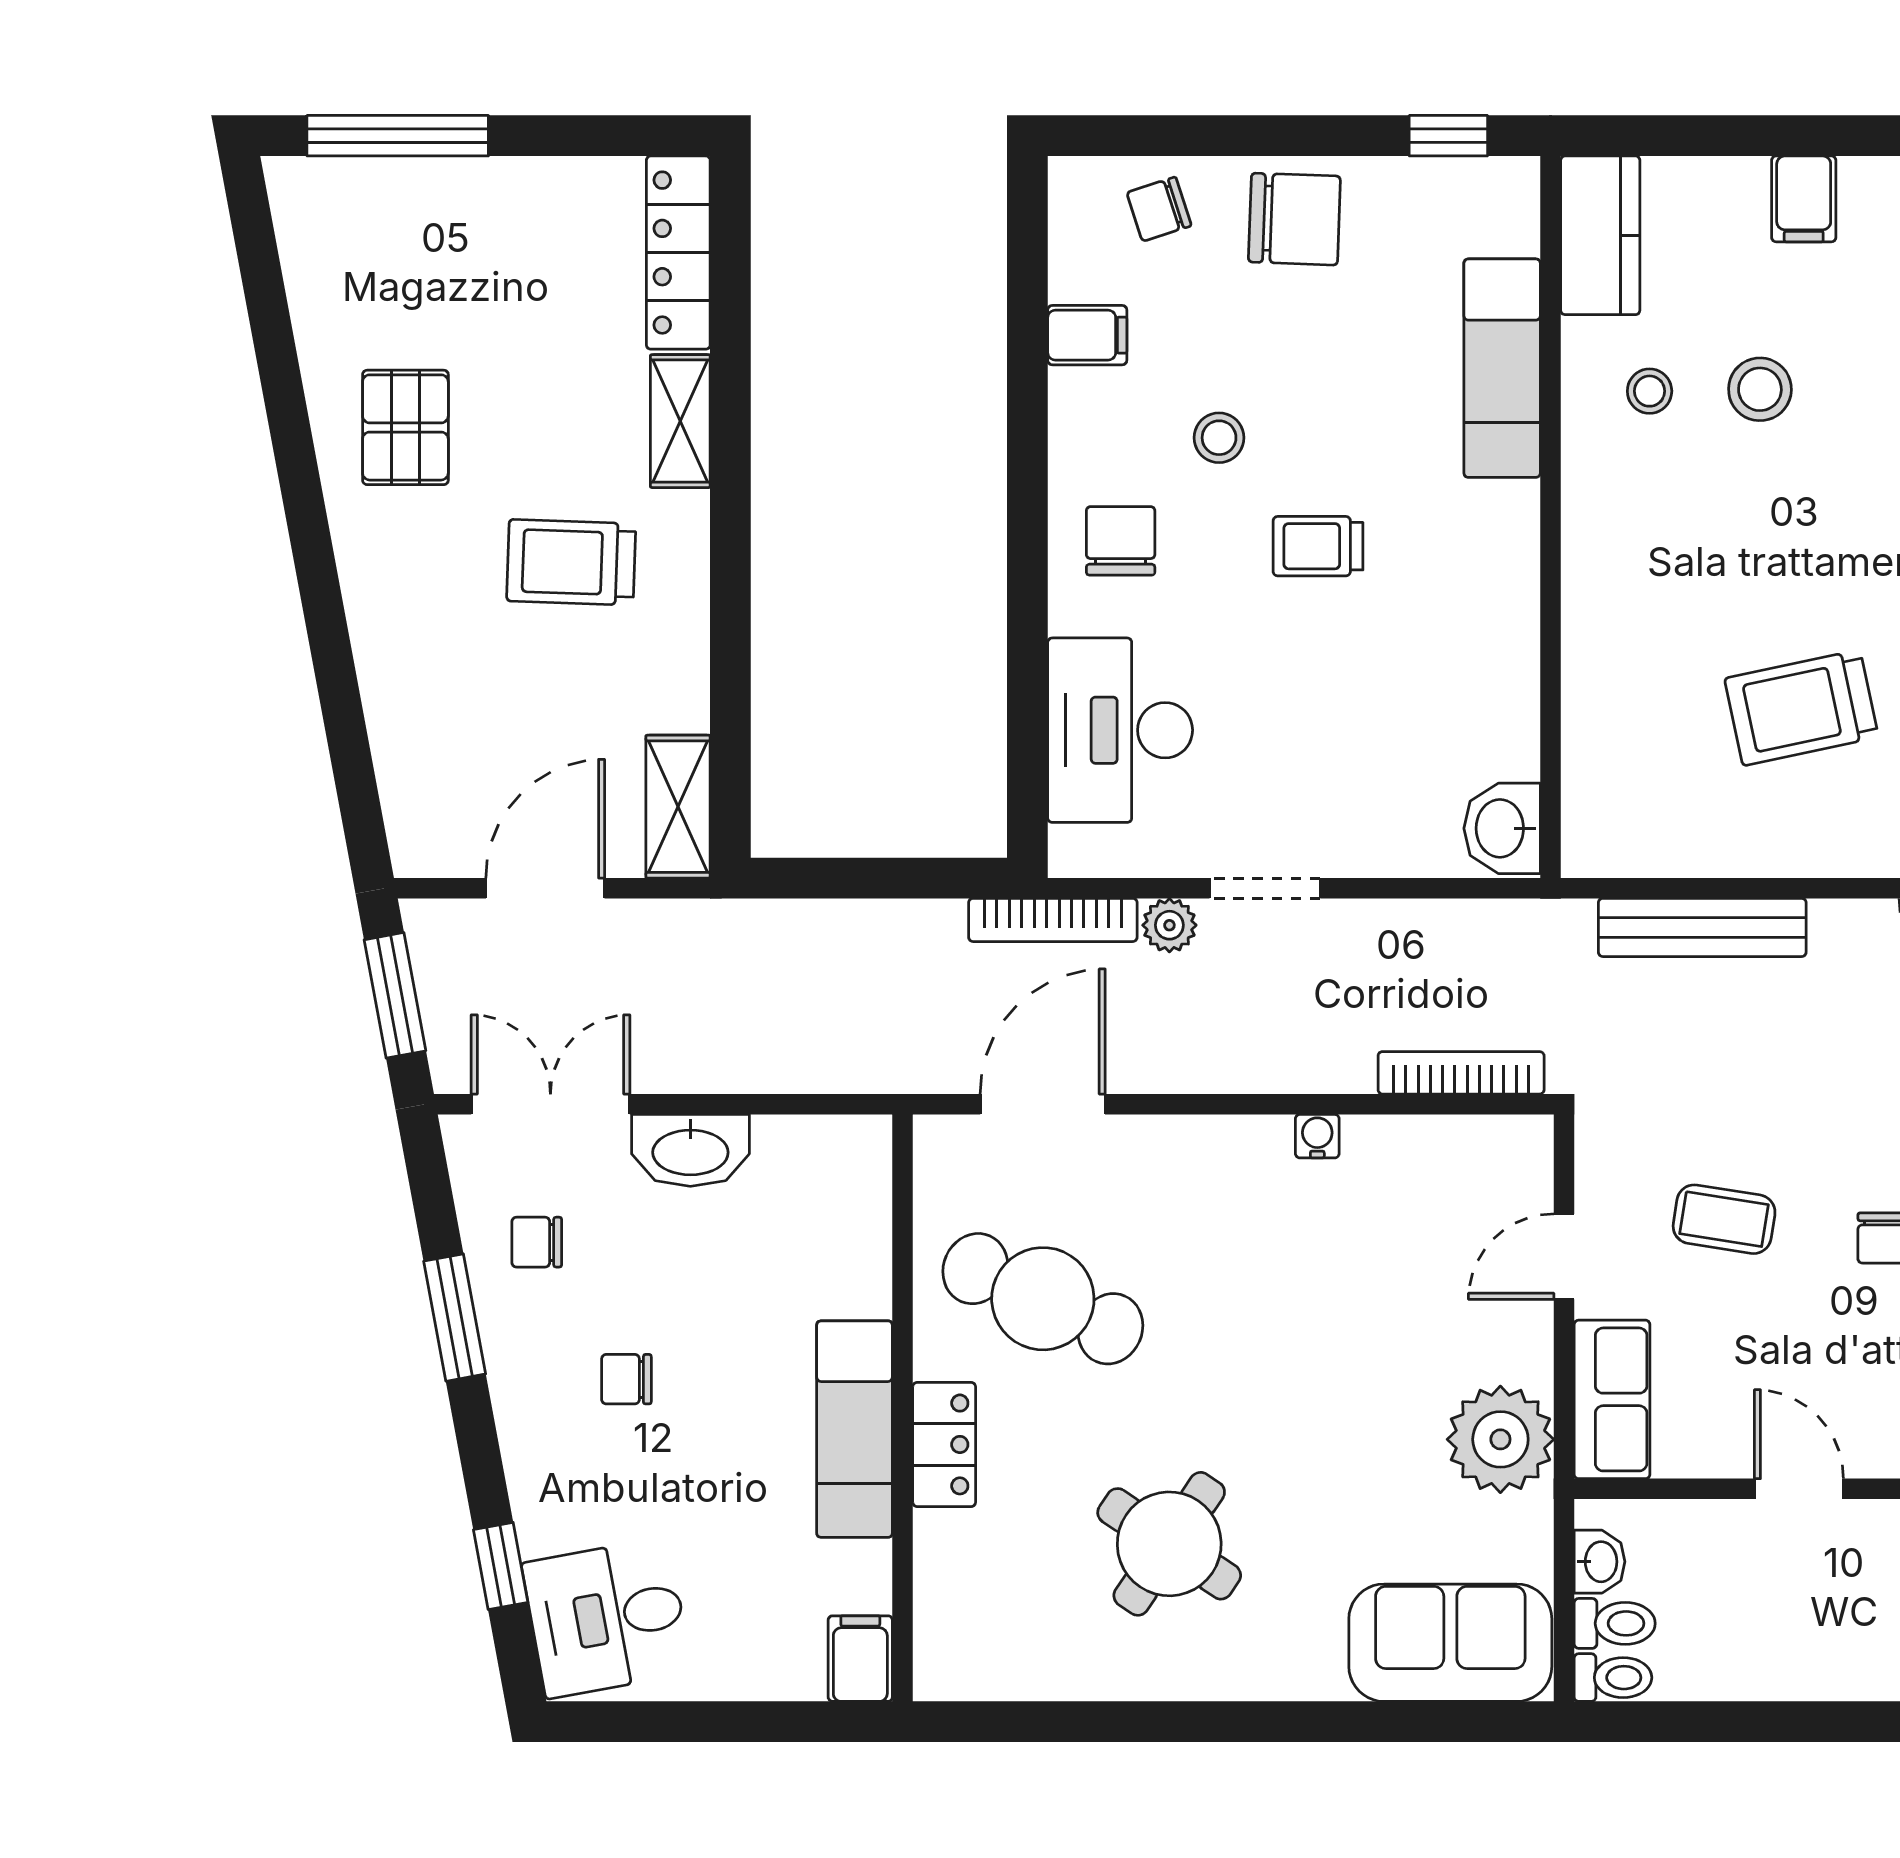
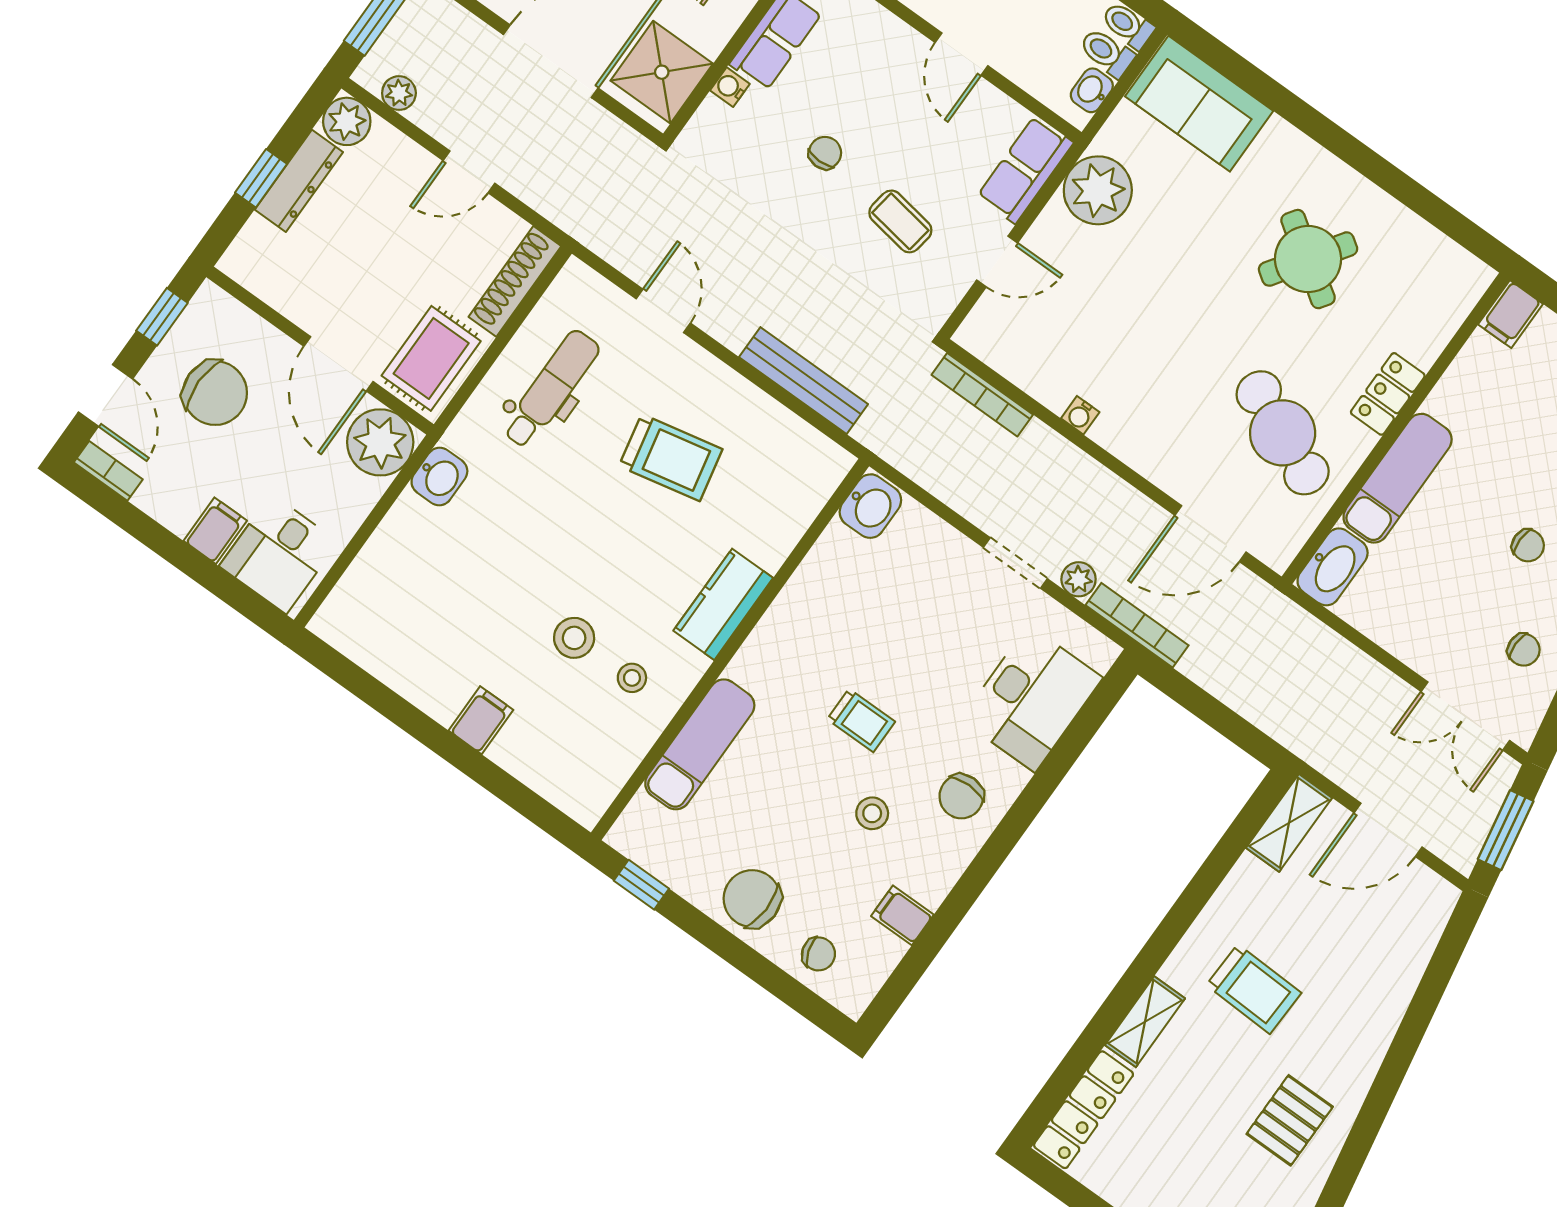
kitchen counter: (1600, 235) -> (723, 604), moved
washbasin: (690, 1150) -> (1333, 567), moved, turned 90
exam couch: (855, 1429) -> (1398, 478), moved

